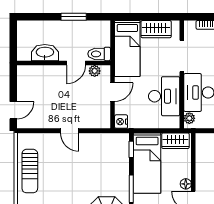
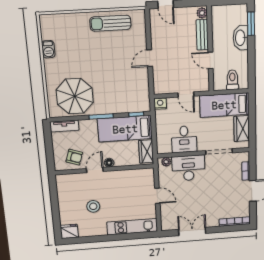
window: (74, 17) -> (251, 24), moved
washbasin: (45, 53) -> (241, 38), moved, turned 180
toilet: (99, 54) -> (232, 80), moved
bench: (48, 71) -> (202, 35), added
plant: (95, 71) -> (202, 13), moved
desk: (164, 96) -> (184, 139), width x0.73

